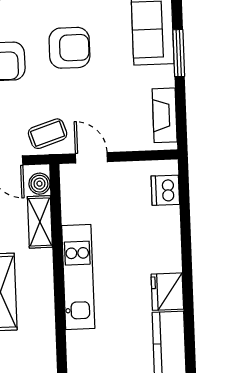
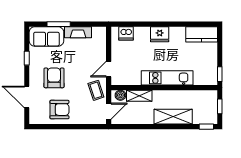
fireplace: (165, 115) -> (78, 32), moved
fridge: (167, 292) -> (160, 34), moved

